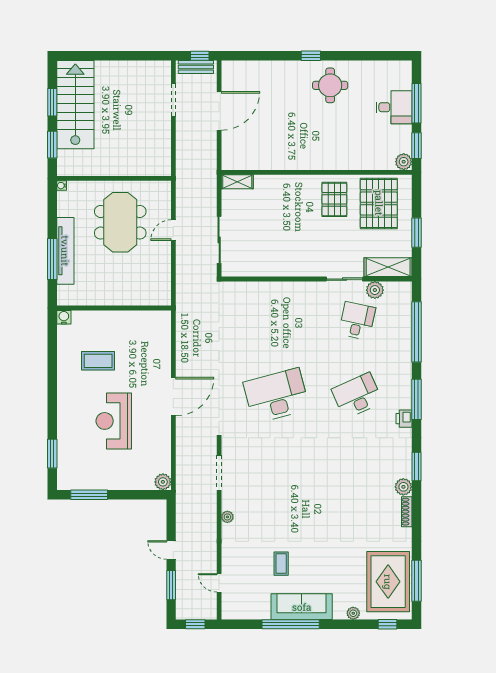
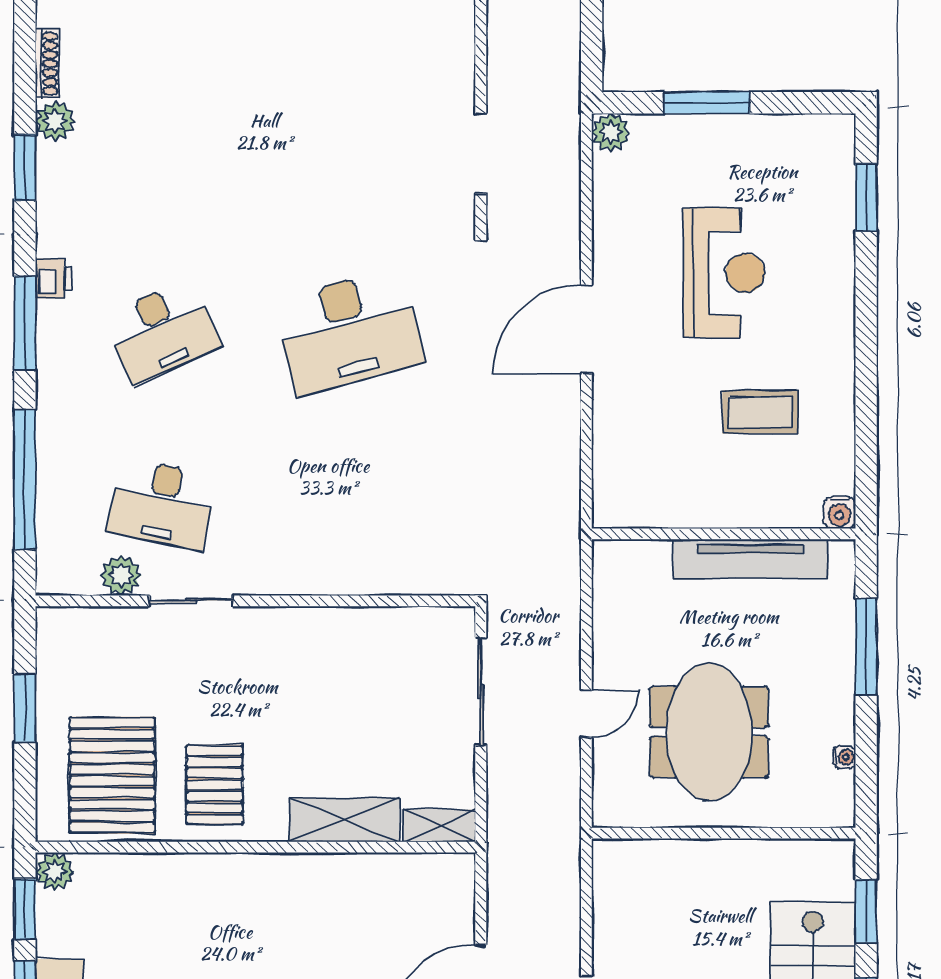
water cooler: (62, 186) -> (844, 757), moved
tv unit: (65, 251) -> (751, 559), moved, turned -90
shelving: (388, 267) -> (344, 820), moved
desk: (357, 321) -> (162, 504), width x1.37
window: (89, 495) -> (707, 103), moved
plant: (227, 517) -> (462, 51), removed

